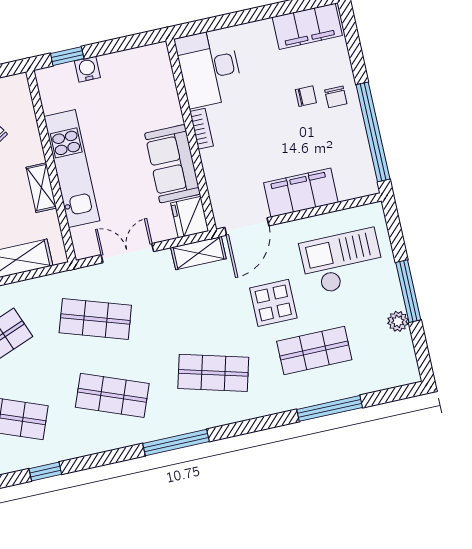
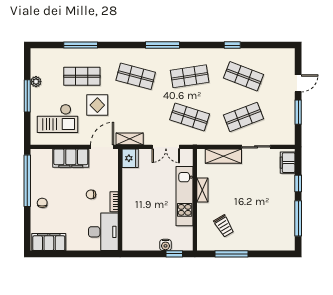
chair: (306, 96) -> (91, 194), moved
sofa: (172, 164) -> (133, 187), removed
shop shelf: (112, 395) -> (190, 76), turned -30

